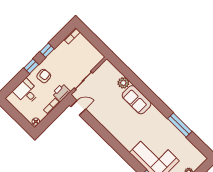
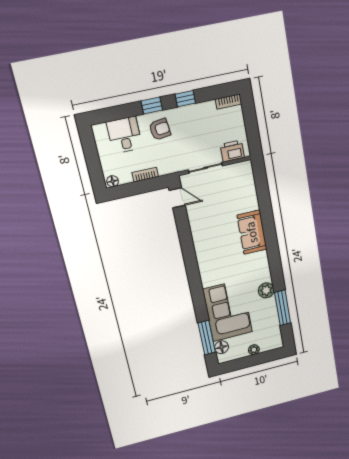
plant: (123, 83) -> (266, 290), moved
printer: (61, 93) -> (232, 151), moved
window: (180, 125) -> (283, 308), moved

